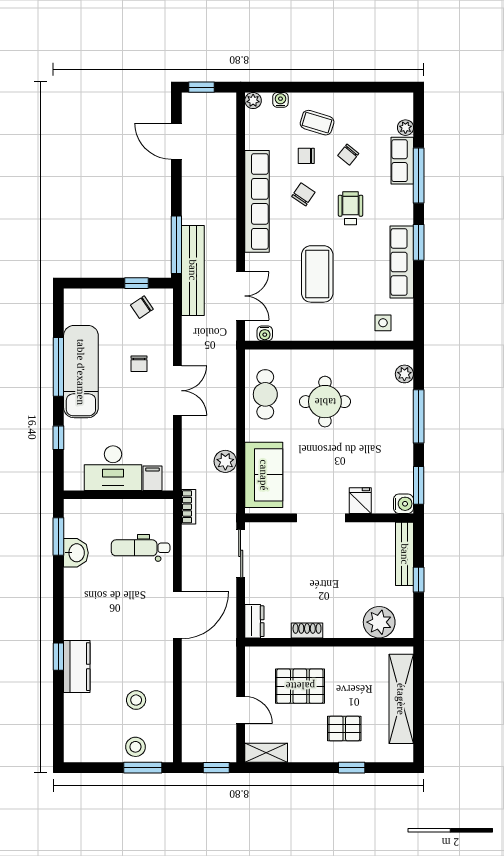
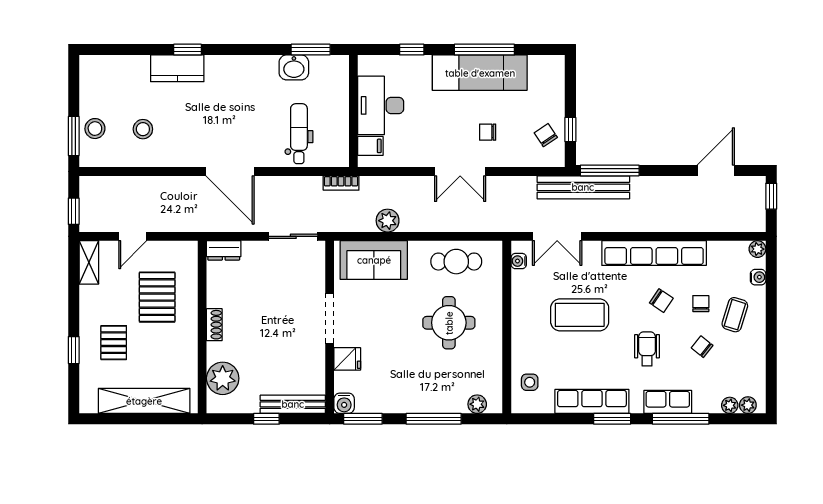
plant: (405, 110) -> (748, 405), added
row of seats: (402, 161) -> (668, 402), moved
wheelchair: (350, 208) -> (647, 349), turned -90
shoe rack: (307, 630) -> (214, 325), moved

